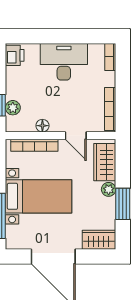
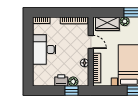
printer: (15, 55) -> (61, 80), moved
door: (76, 136) -> (91, 42), hinge flipped

